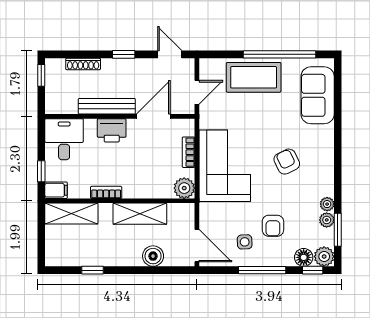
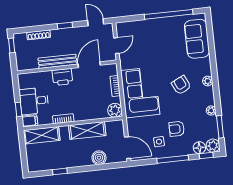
coffee table: (254, 77) -> (153, 31), removed
desk: (64, 139) -> (34, 101), moved, turned -90
plant: (327, 220) -> (208, 81), moved
armchair: (273, 226) -> (177, 129), turned 90

